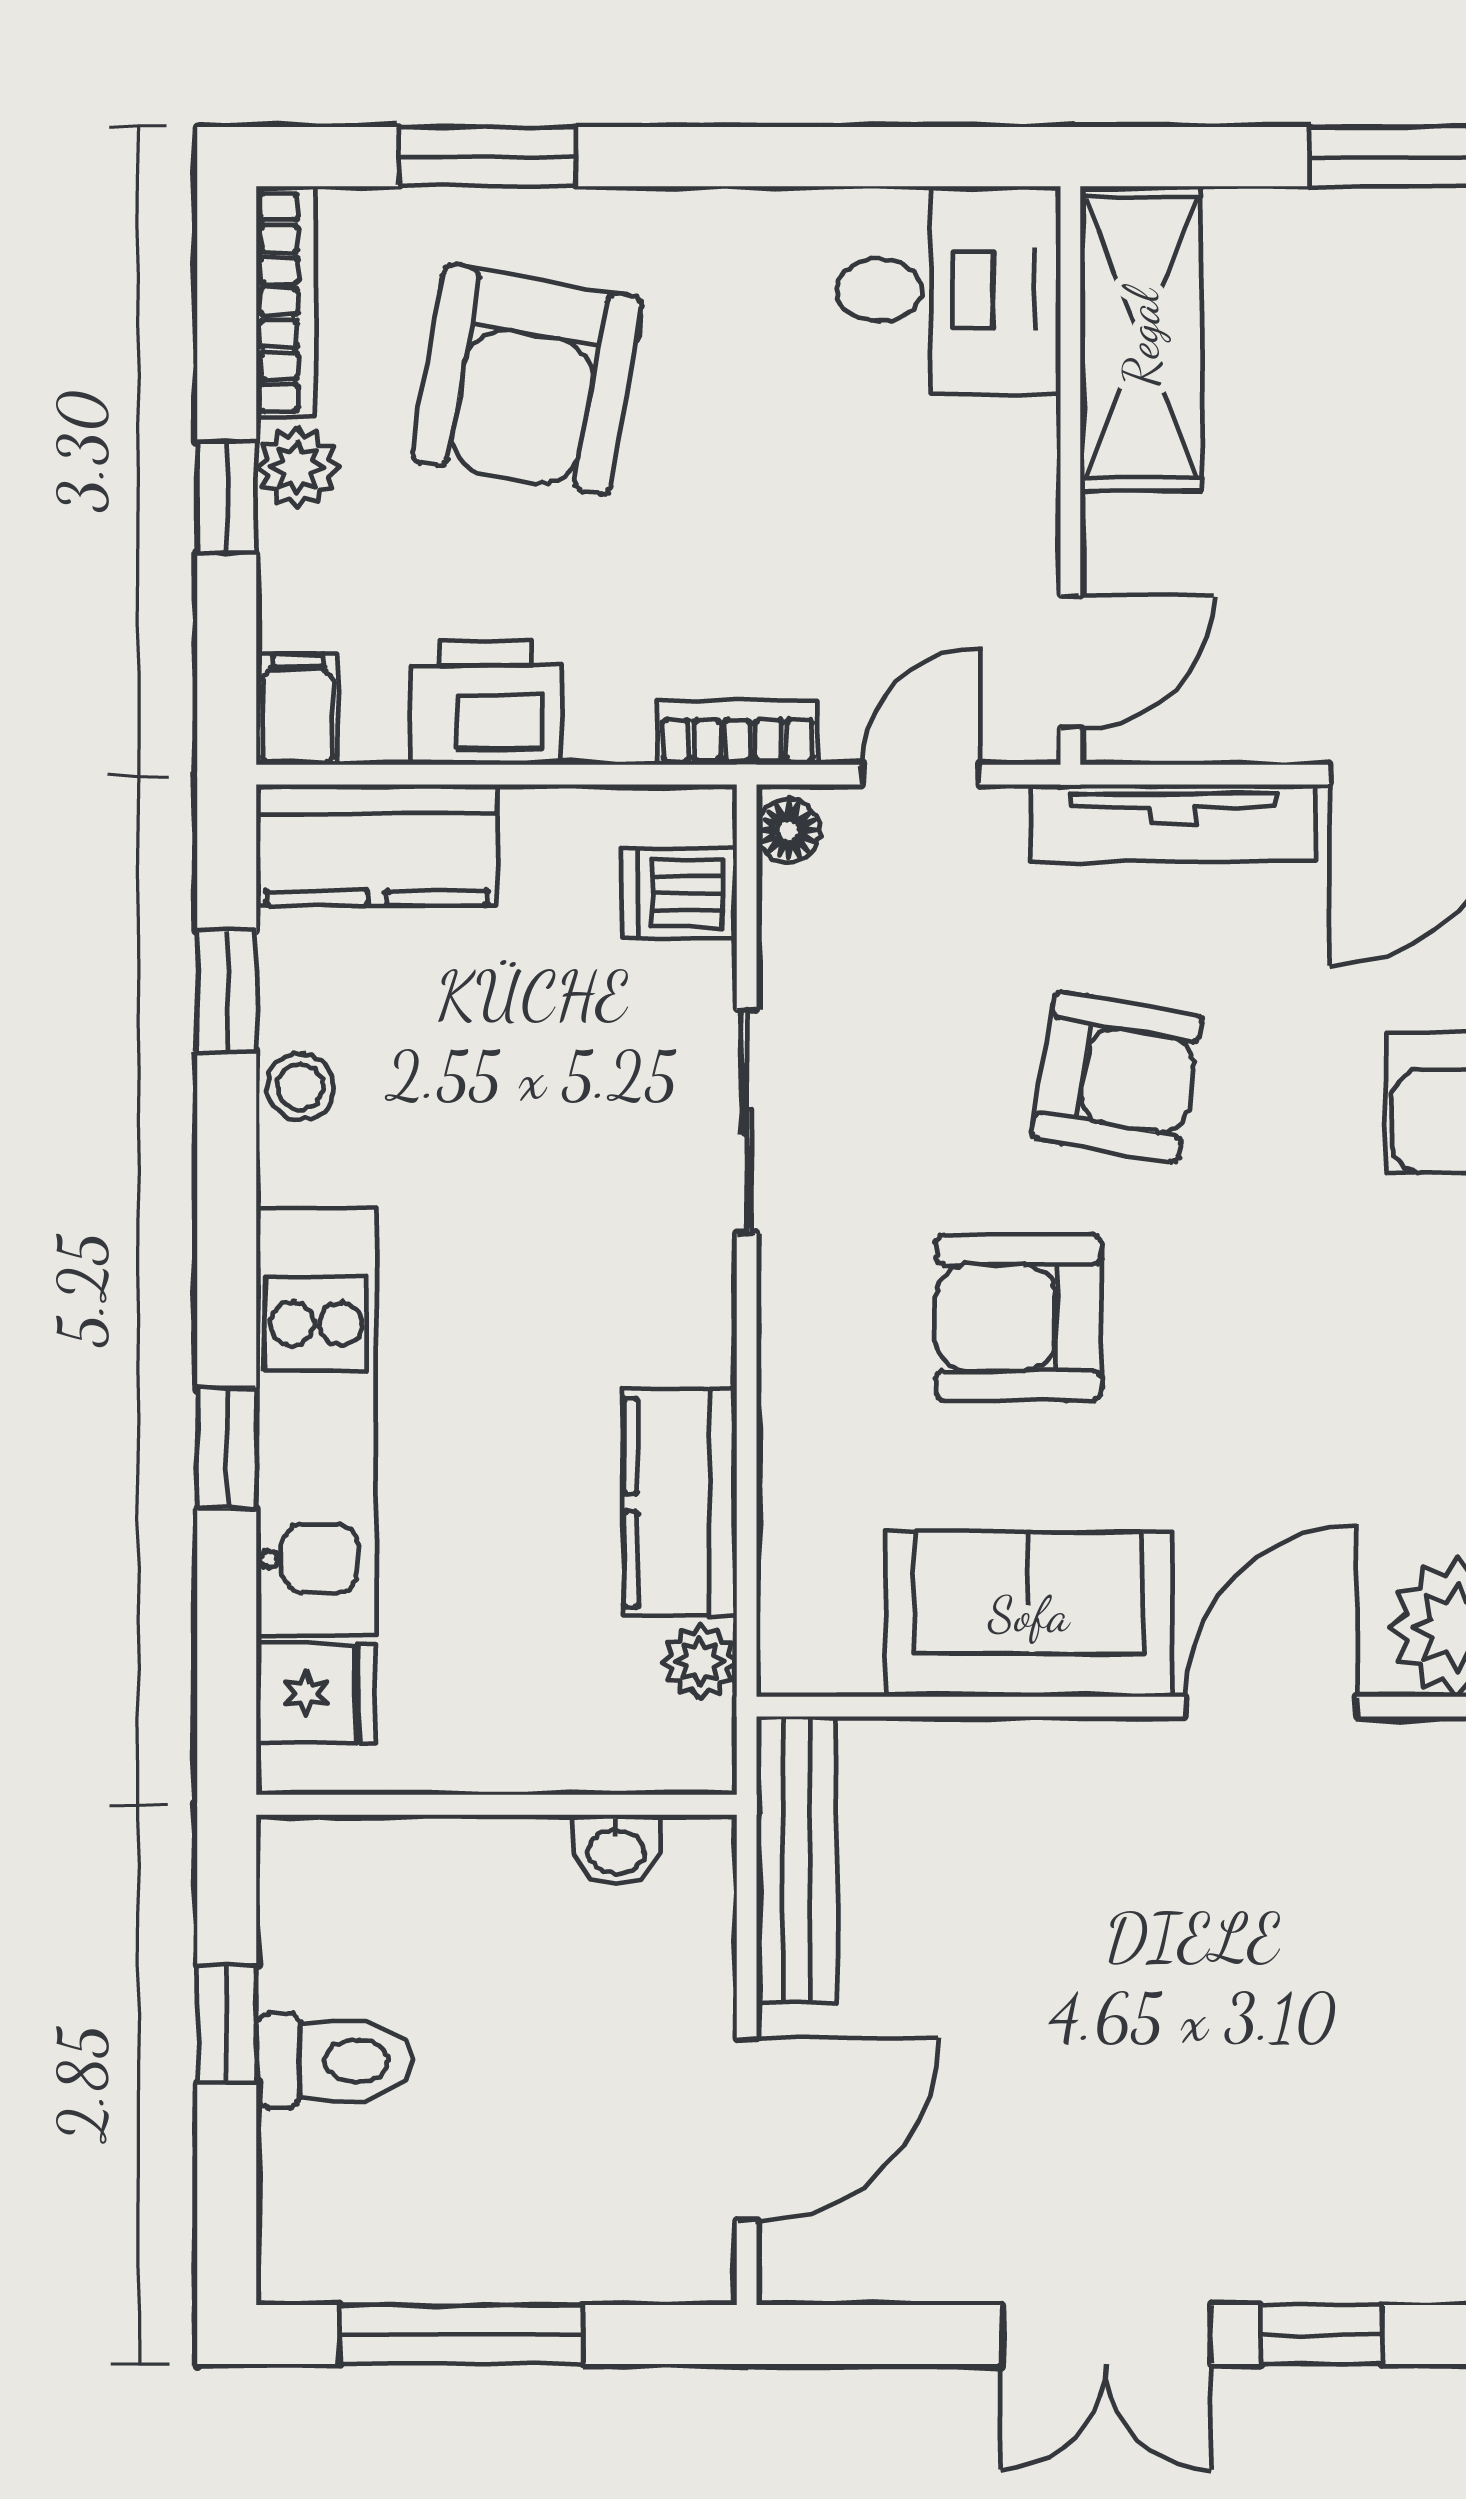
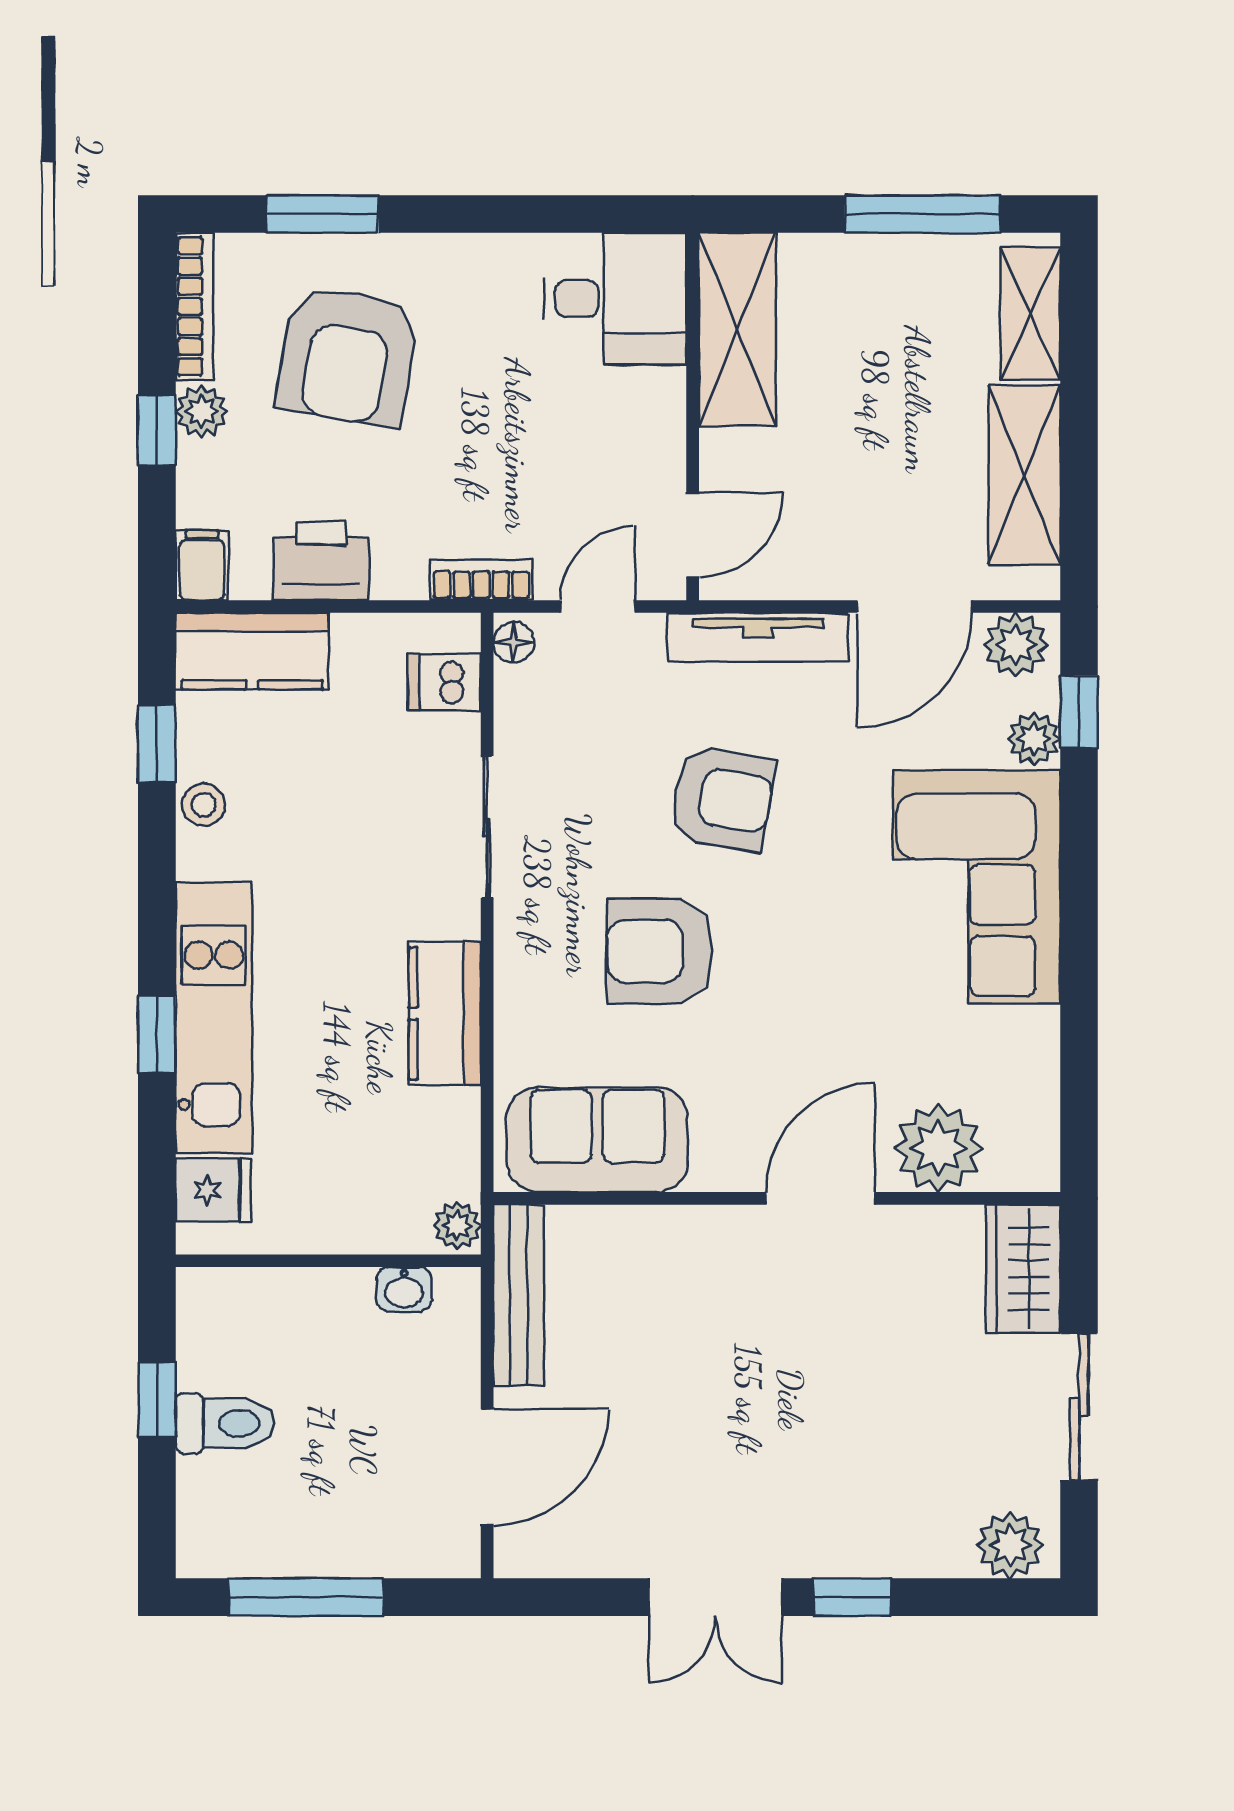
kitchen counter: (680, 1503) -> (445, 1013), moved
sofa: (1029, 1614) -> (597, 1140), moved
plant: (699, 1661) -> (457, 1226), moved

